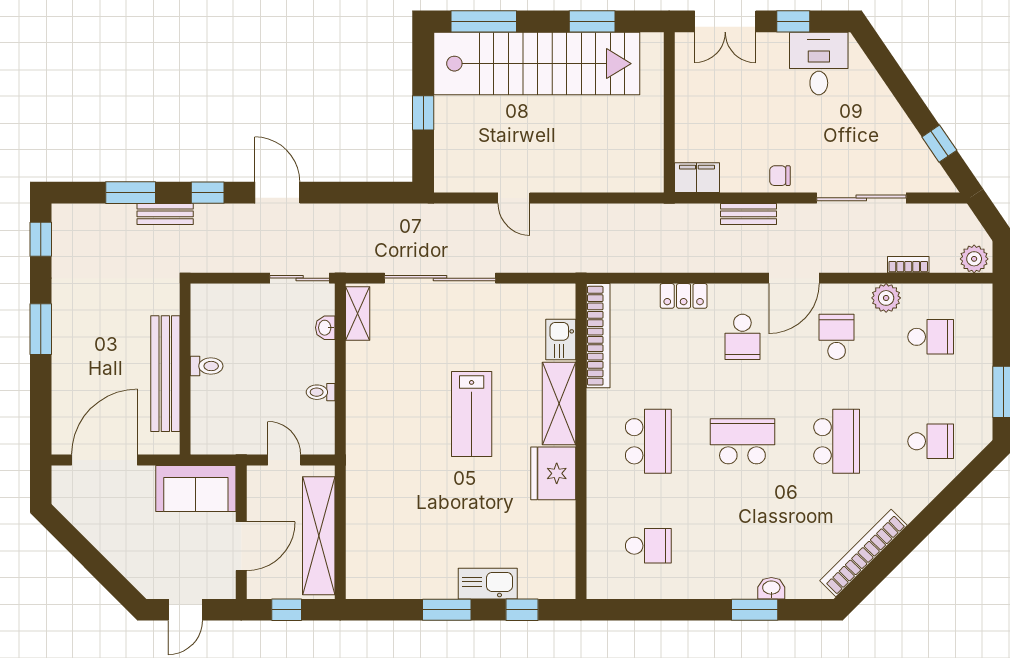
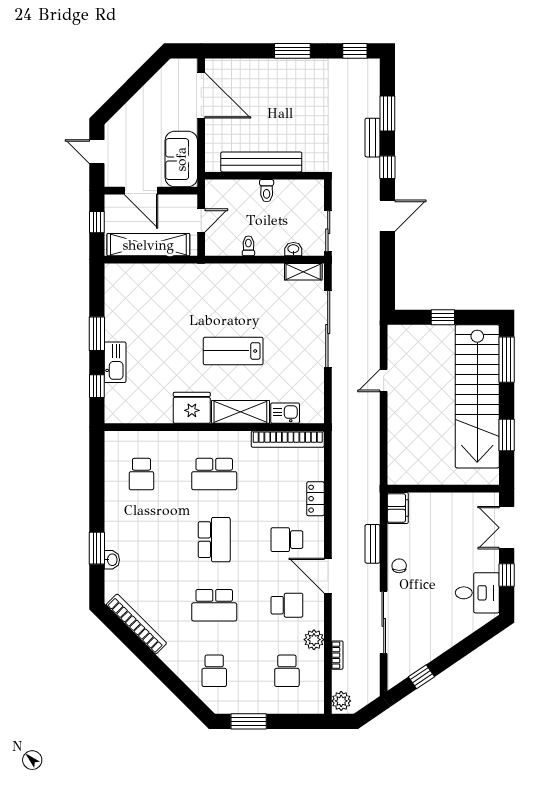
toilet: (207, 366) -> (267, 191), moved
wall: (185, 369) -> (264, 176), moved
bench: (165, 374) -> (261, 162), moved

